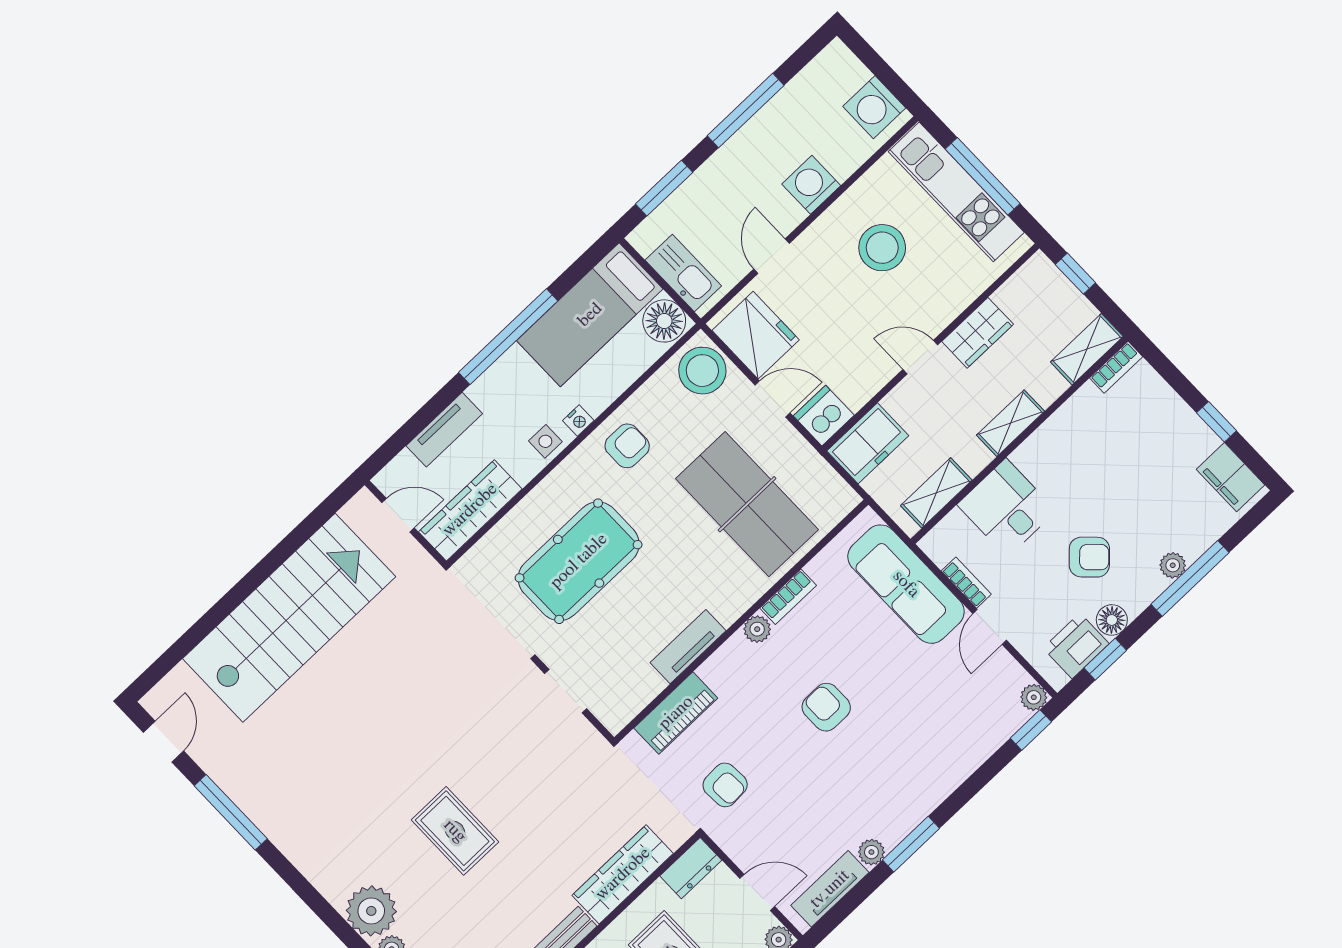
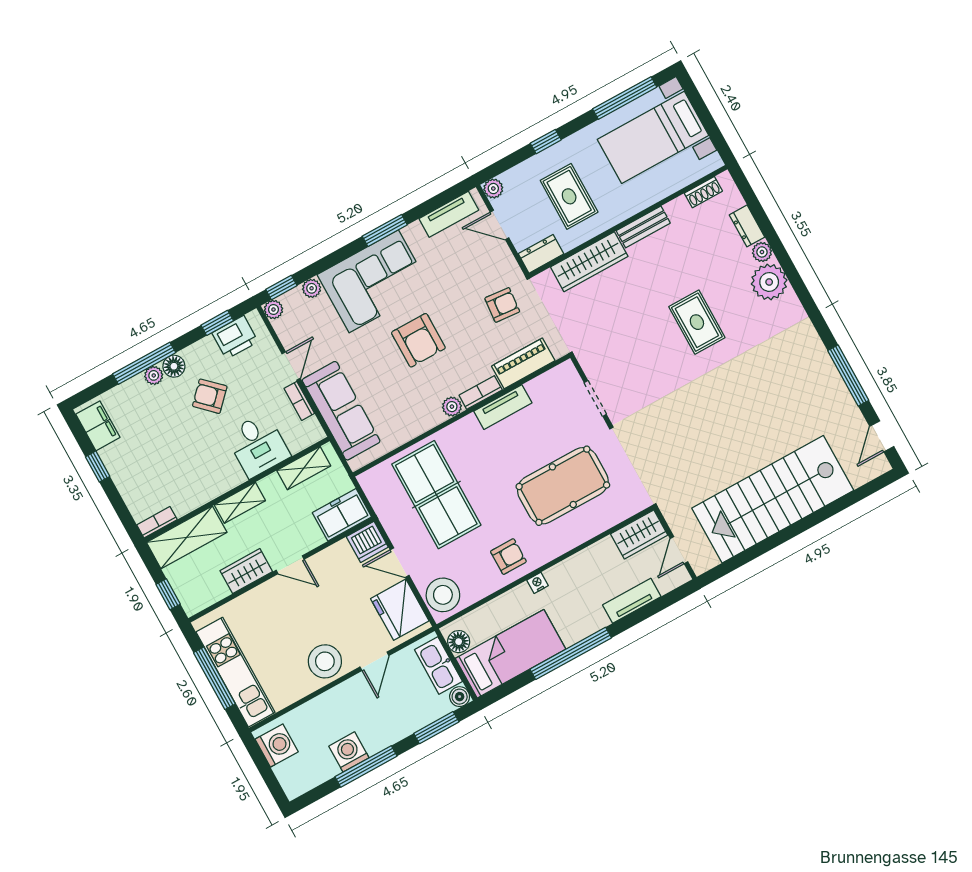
washing machine: (811, 185) -> (349, 752), moved, turned 180
boiler: (644, 239) -> (460, 697), added
stool: (882, 248) -> (325, 661), moved
floor lamp: (664, 321) -> (459, 642), width x0.73, depth x0.73
shelving: (1087, 349) -> (187, 537), width x1.50, depth x1.33
side table: (545, 441) -> (564, 574), removed
armchair: (627, 446) -> (508, 557), turned 180
wardrobe: (470, 510) -> (639, 534), width x0.67
door: (398, 515) -> (679, 550), hinge flipped
bookcase: (788, 597) -> (481, 393), moved
floor lamp: (1112, 620) -> (174, 366), moved
armchair: (826, 707) -> (418, 340), width x1.38, depth x1.38
corner sofa: (908, 771) -> (374, 281), added
armchair: (725, 785) -> (502, 305), turned 98
plant: (871, 852) -> (312, 288), moved

